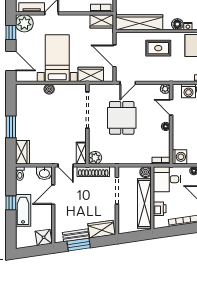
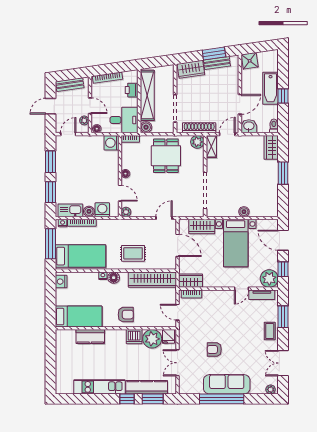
dining table: (122, 118) -> (166, 156), moved
door: (66, 165) -> (227, 134), hinge flipped

